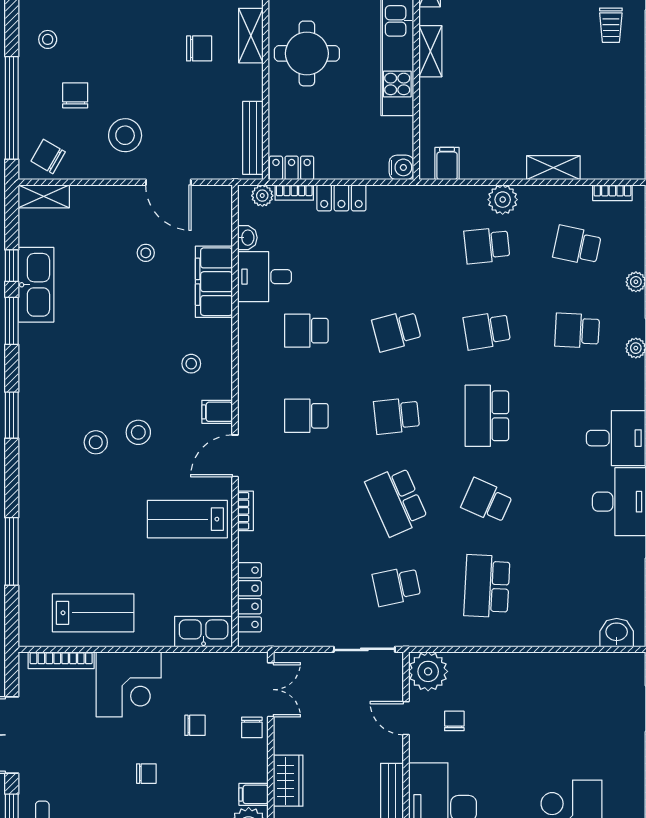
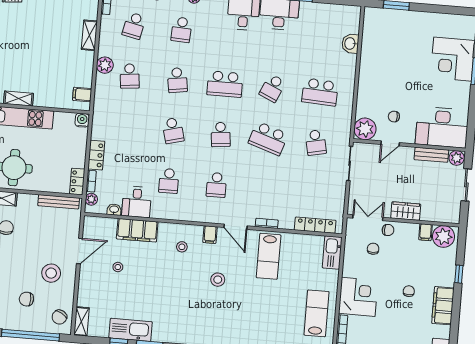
stool: (96, 442) -> (221, 304), removed
school desk: (397, 501) -> (268, 138), turned 42
washbasin: (617, 633) -> (350, 44), moved
chair: (195, 725) -> (373, 249), moved
wardrobe: (288, 781) -> (406, 211), moved

